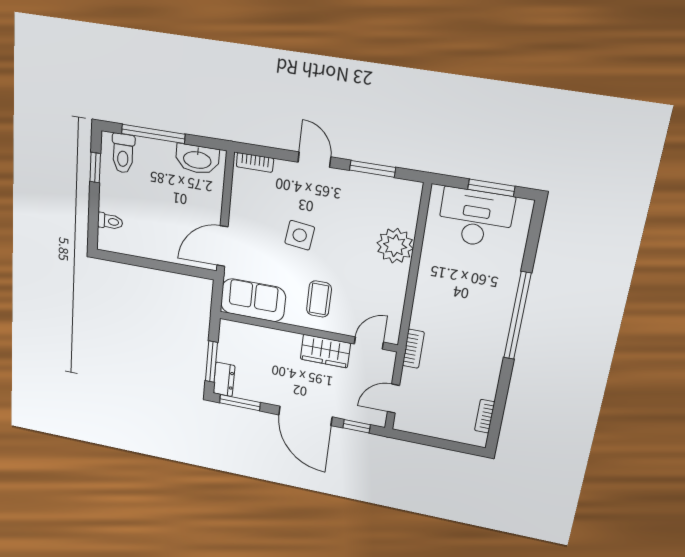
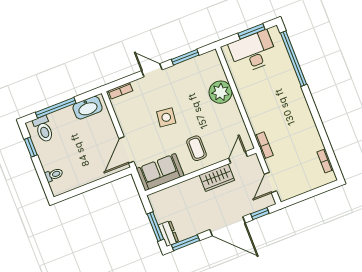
window: (517, 316) -> (293, 59), moved

